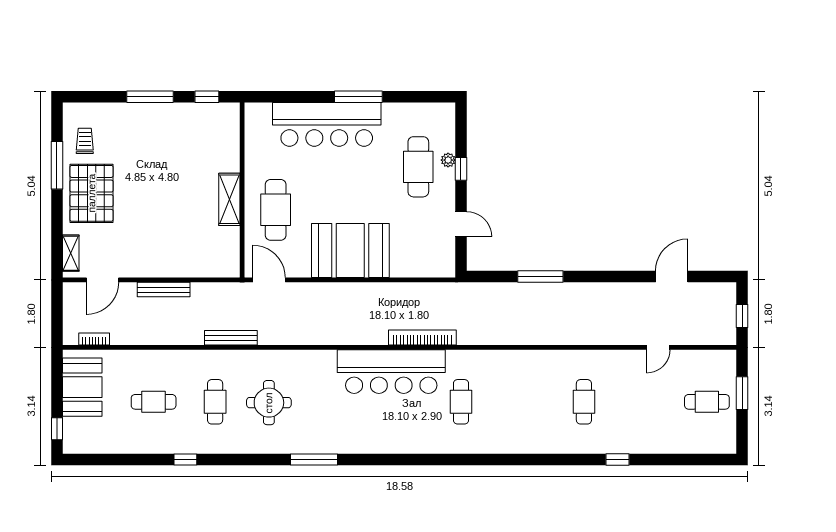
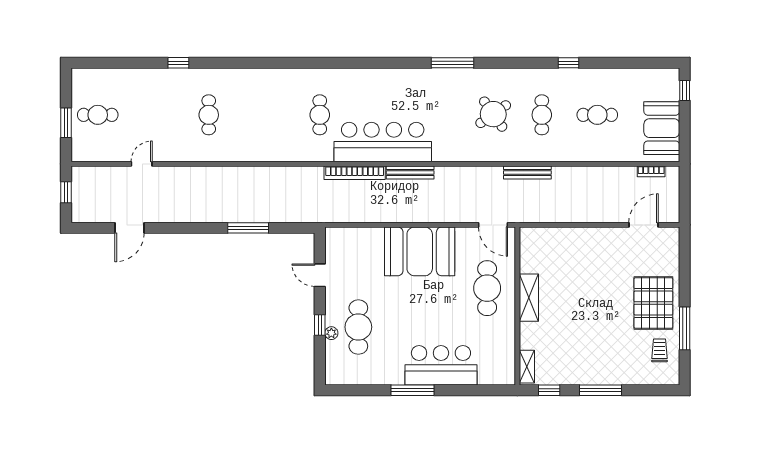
bar counter: (327, 124) -> (441, 365), width x0.73
trolley: (85, 141) -> (660, 350), turned 180
shelving: (71, 253) -> (527, 367), moved
bench: (164, 290) -> (410, 173), moved
round table: (269, 403) -> (493, 114), turned -35

